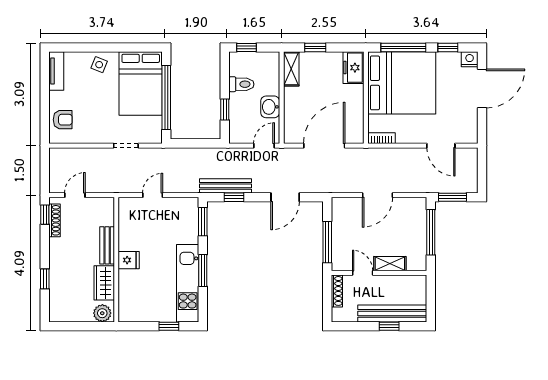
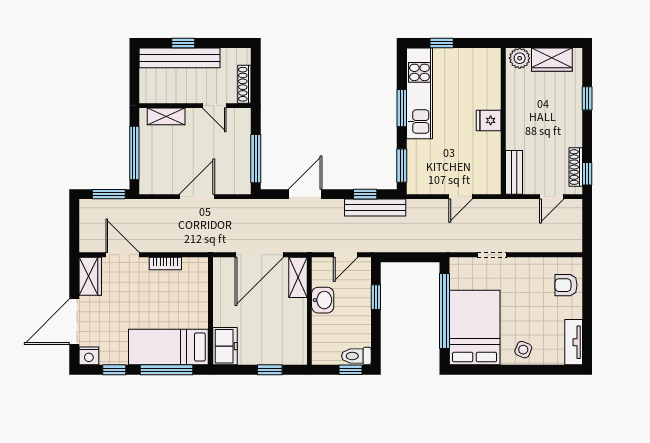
shelving: (291, 69) -> (298, 277), moved
bed: (402, 83) -> (168, 347), width x0.49
toilet: (241, 84) -> (356, 356), moved
wardrobe: (468, 127) -> (90, 276), added
bookcase: (381, 138) -> (165, 264), moved
door: (264, 146) -> (346, 255), moved
window: (327, 242) -> (256, 159), moved
bench: (107, 245) -> (514, 172), moved
shelving: (390, 264) -> (166, 116), moved
wardrobe: (104, 283) -> (552, 60), moved, turned 90

